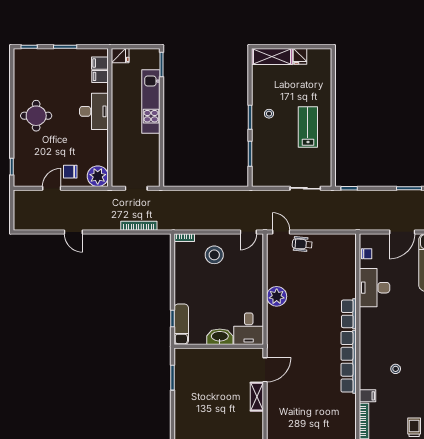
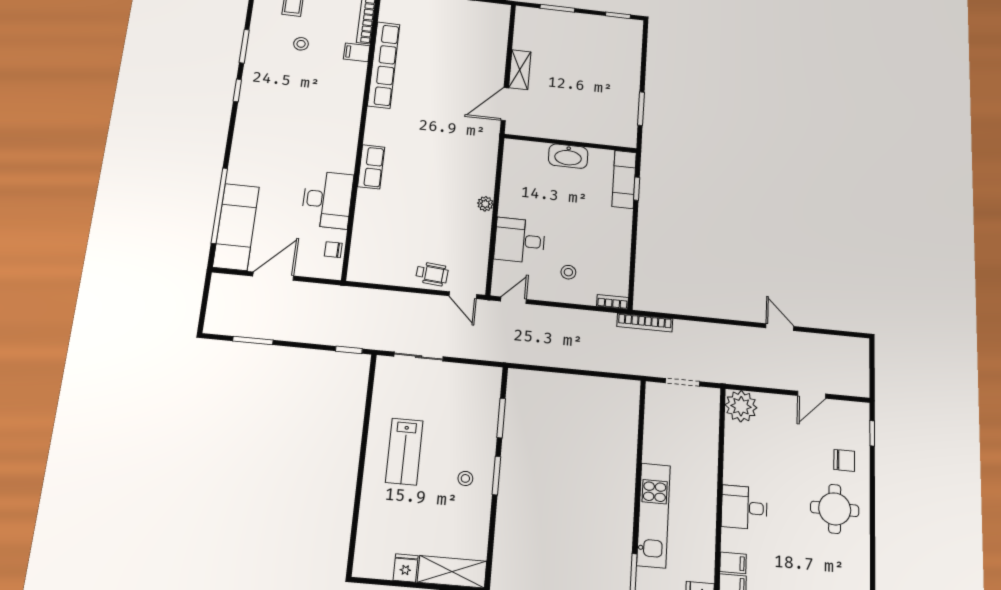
desk: (94, 111) -> (744, 508), width x0.73
chair: (70, 172) -> (844, 460), moved
bookcase: (139, 226) -> (645, 323), moved
stool: (214, 255) -> (568, 272), width x0.53, depth x0.53
plant: (277, 296) -> (485, 204), width x0.53, depth x0.53
desk: (249, 329) -> (520, 240), moved, turned -90
row of seats: (349, 362) -> (384, 65), moved
stool: (396, 369) -> (301, 44), moved

